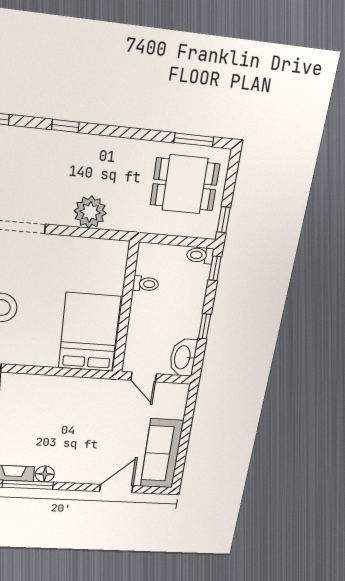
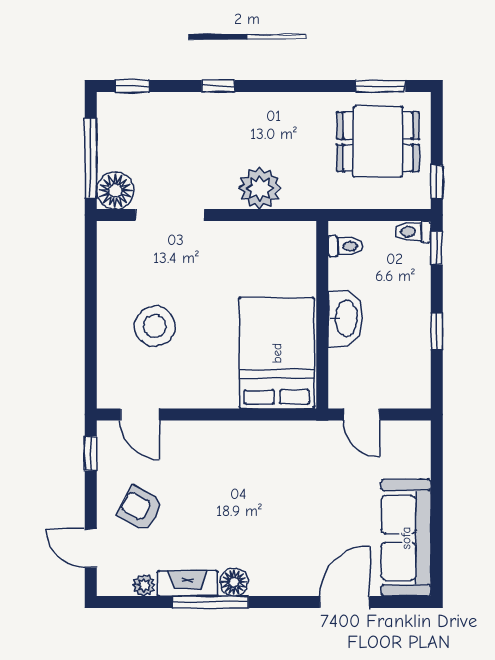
toilet: (146, 284) -> (345, 246), moved
washbasin: (183, 357) -> (345, 318), moved, turned 180

